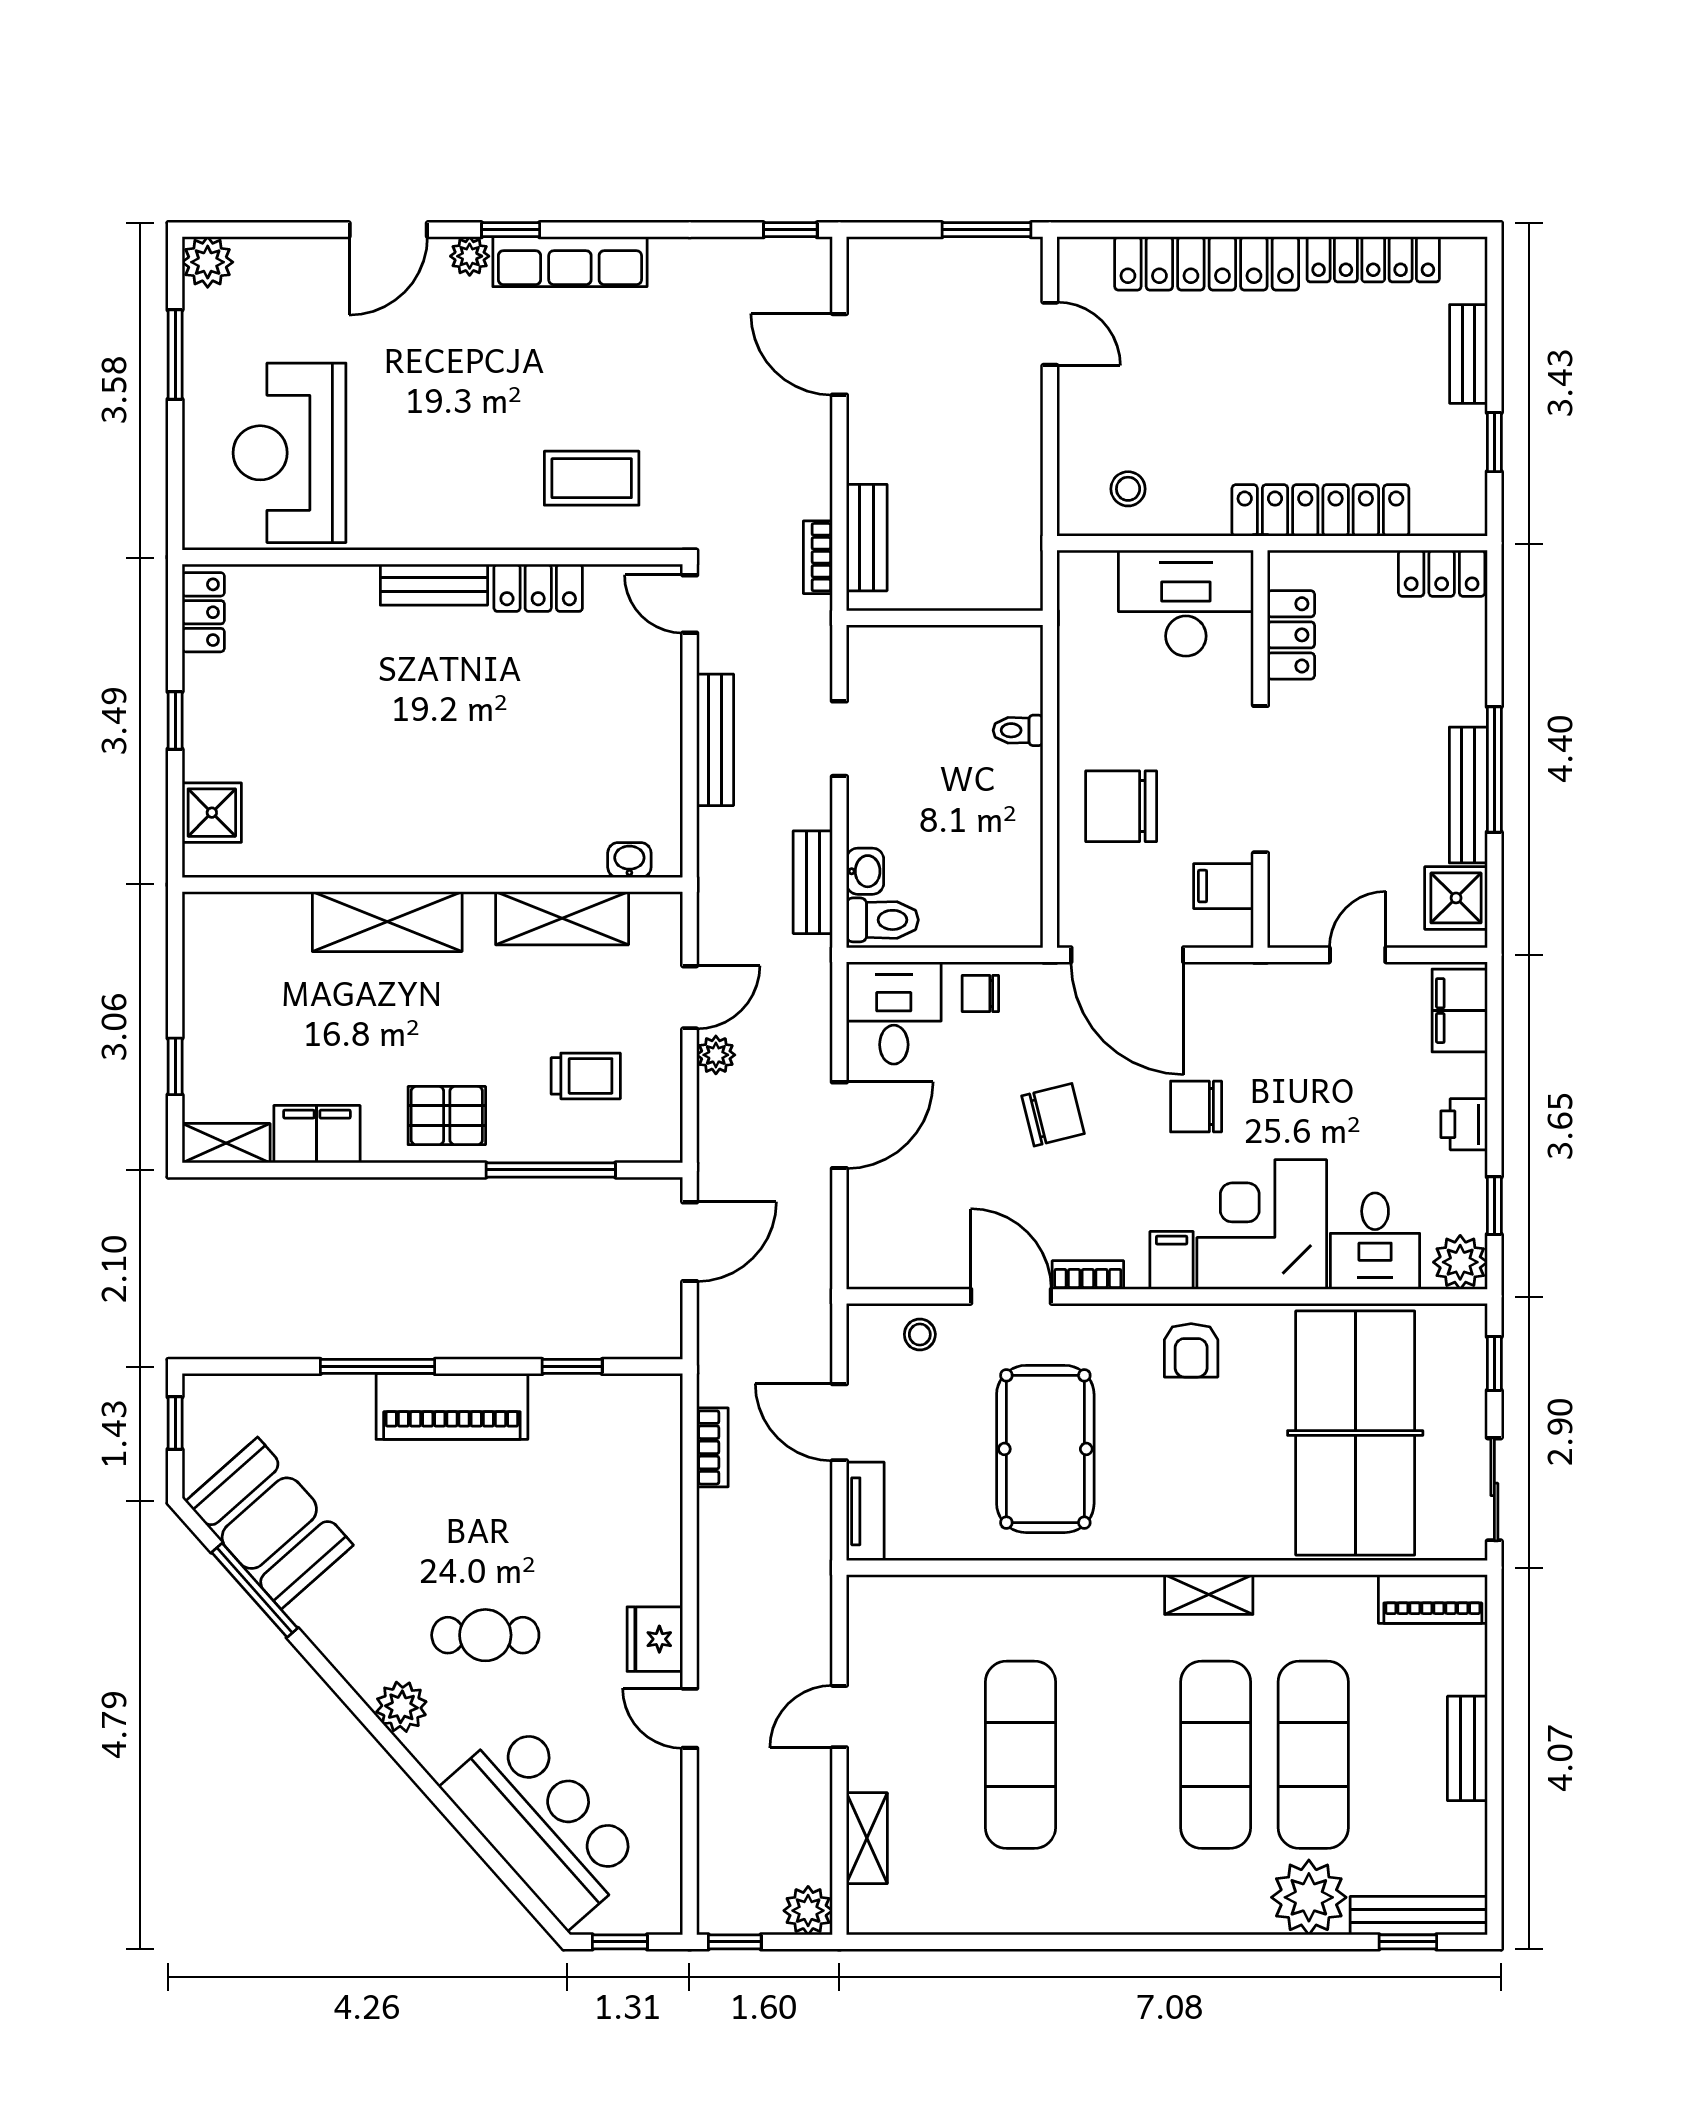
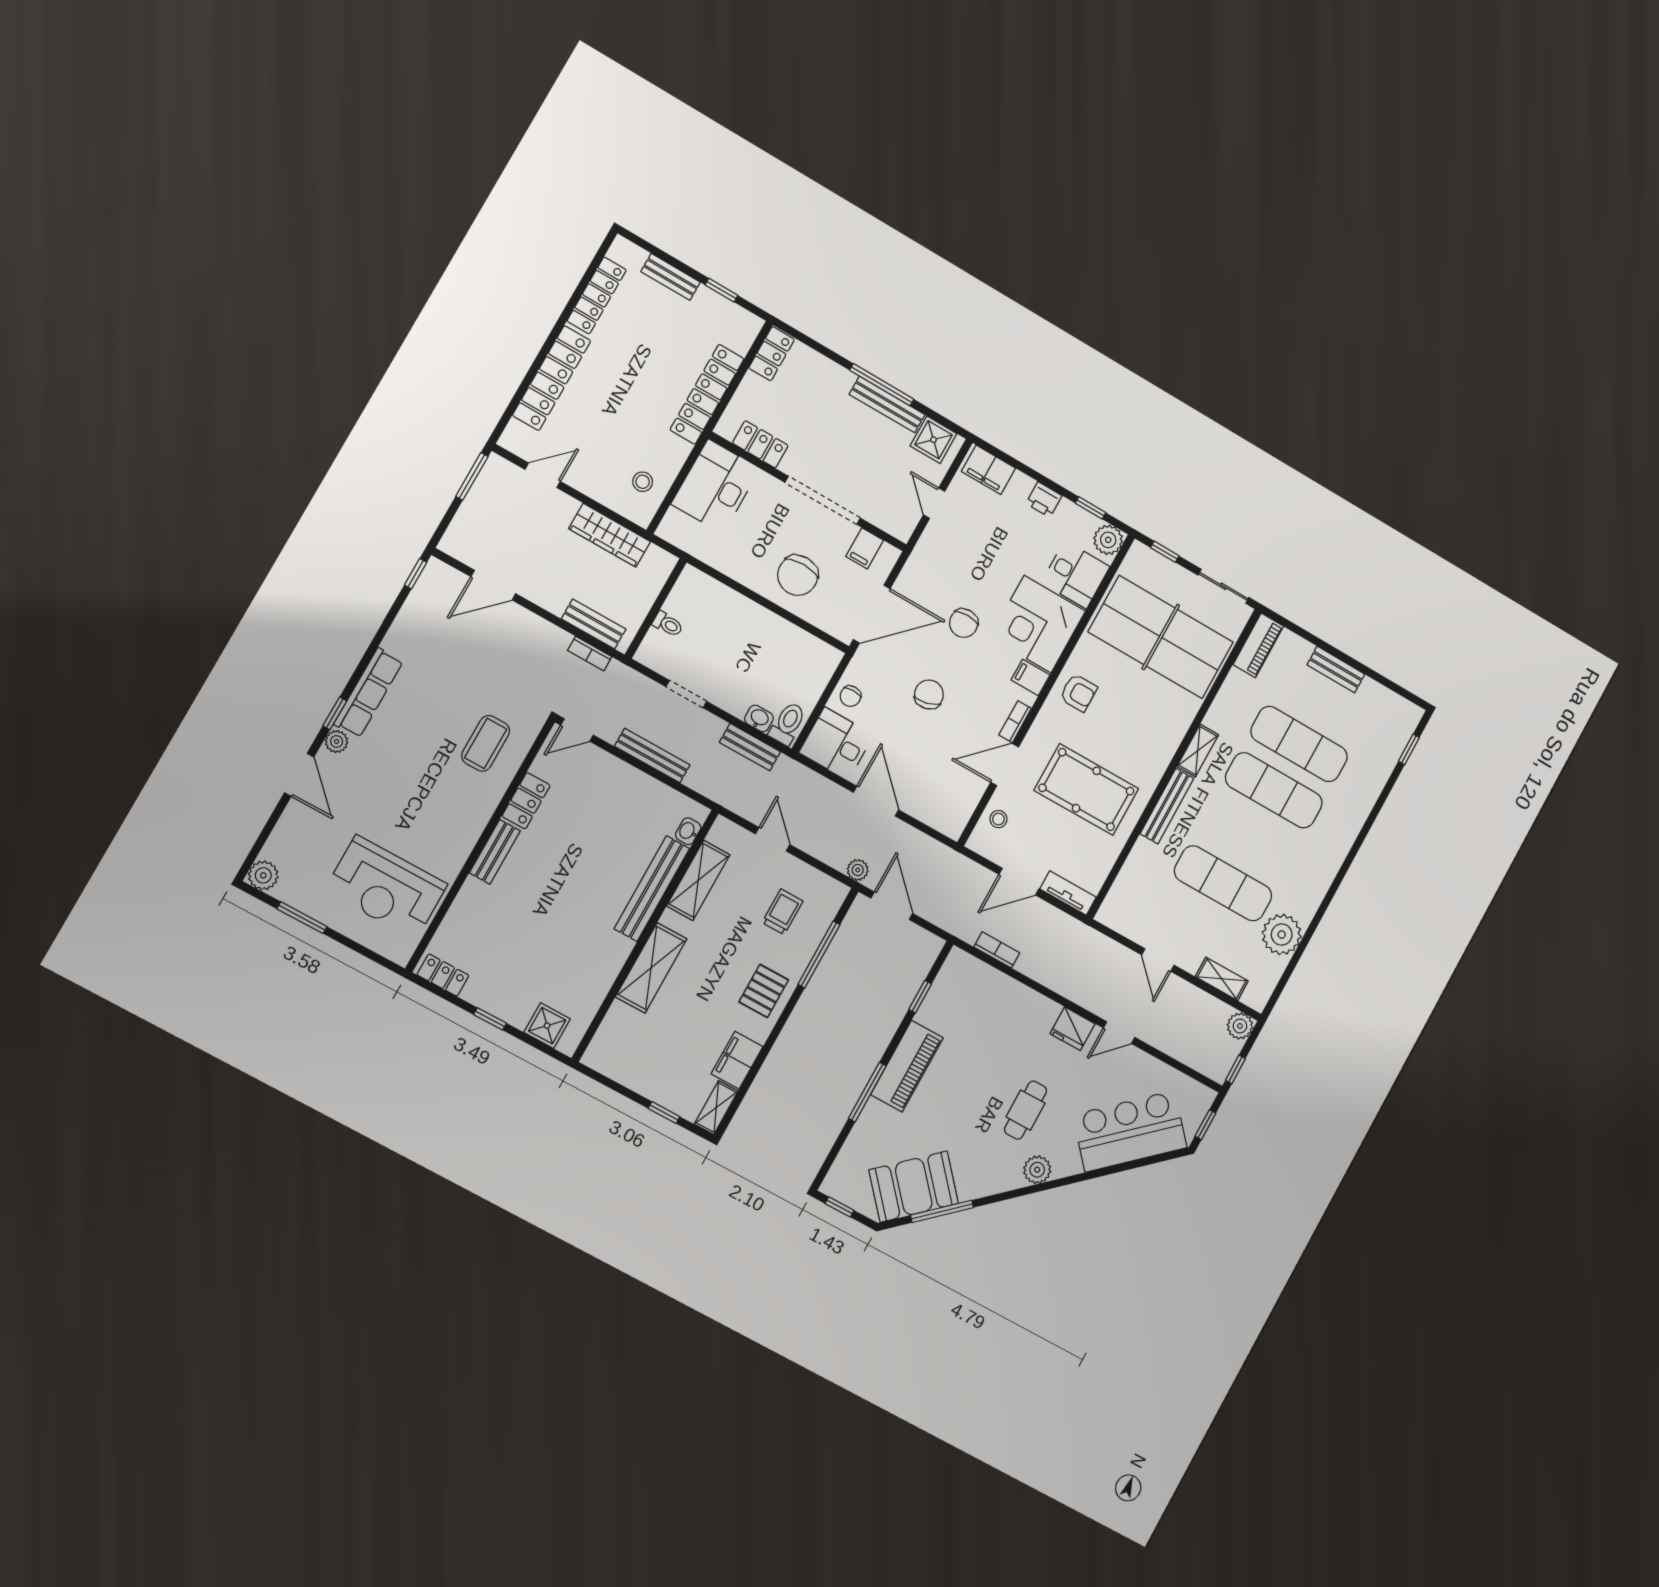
wardrobe: (1017, 485) -> (610, 535), added
toilet: (1018, 730) -> (668, 624), moved, turned -90
bench: (510, 854) -> (652, 889), added
plant: (716, 1055) -> (858, 870), moved
plant: (1309, 1897) -> (1282, 935), moved
bench: (1419, 1916) -> (1167, 806), moved

